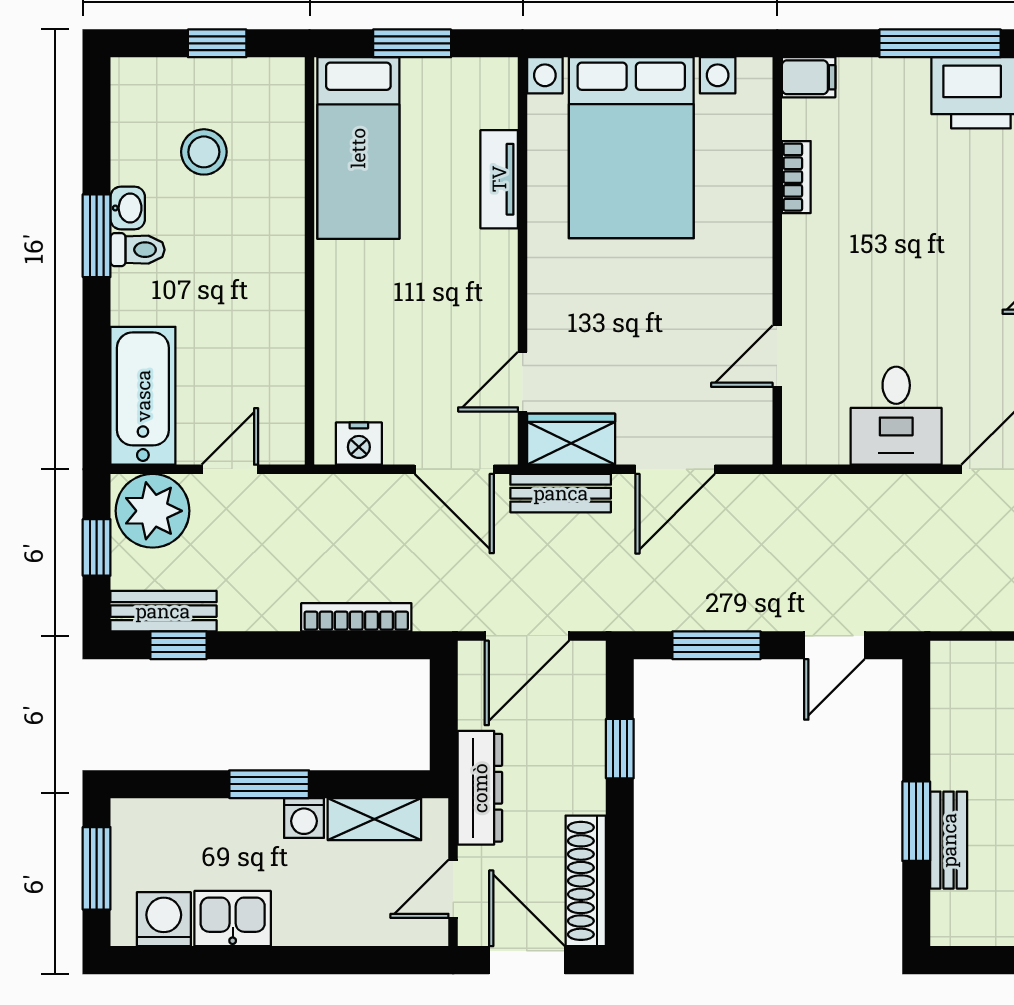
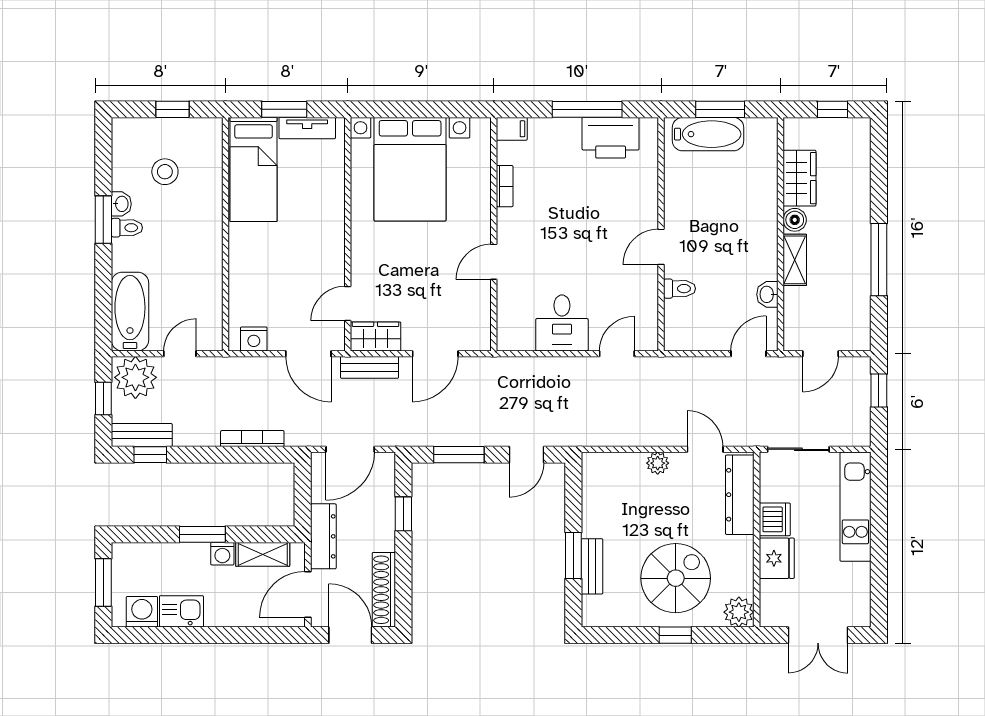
tv unit: (499, 179) -> (307, 128), moved, turned -90
door: (777, 356) -> (494, 262), moved
door: (453, 889) -> (308, 594), width x1.38

